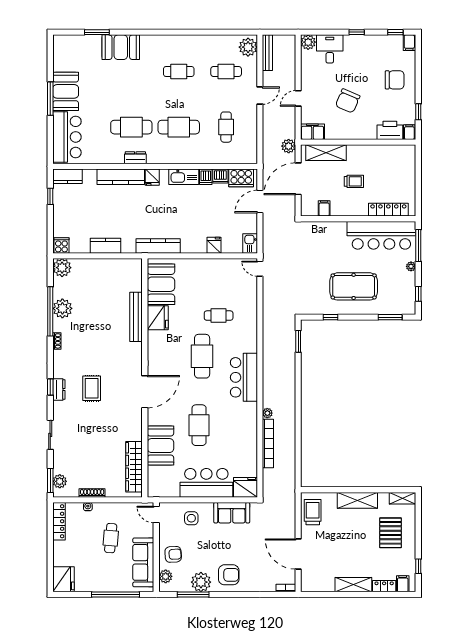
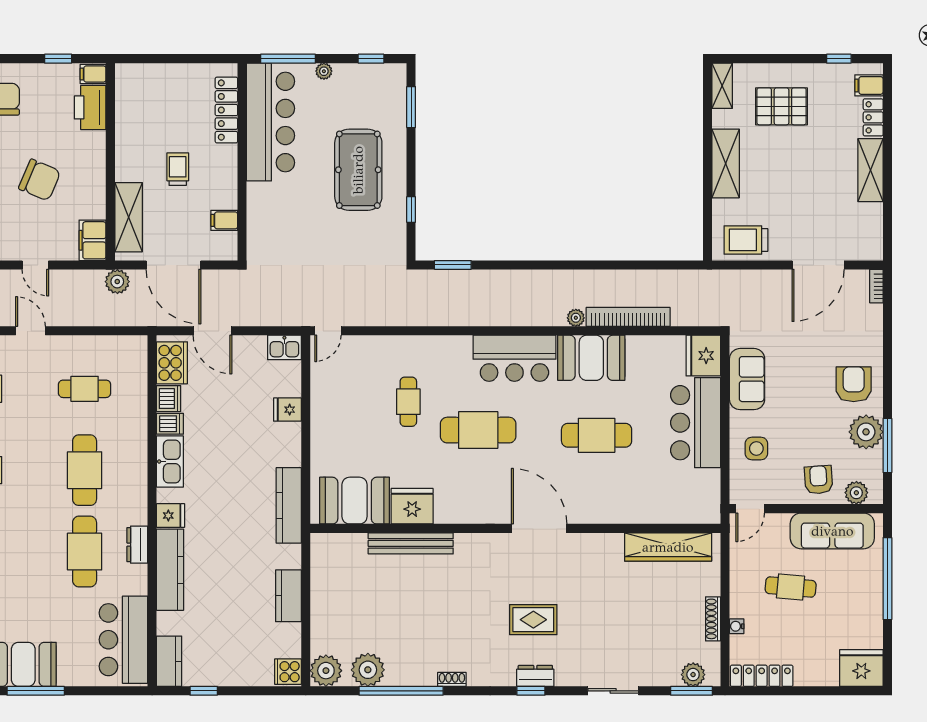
bar counter: (67, 137) -> (123, 640), moved, turned -90
plant: (62, 308) -> (368, 670), moved
booth: (160, 446) -> (591, 358), moved

